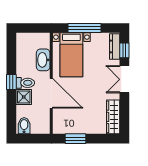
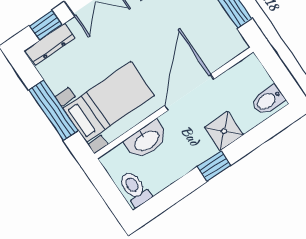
toilet: (25, 83) -> (135, 189), moved

